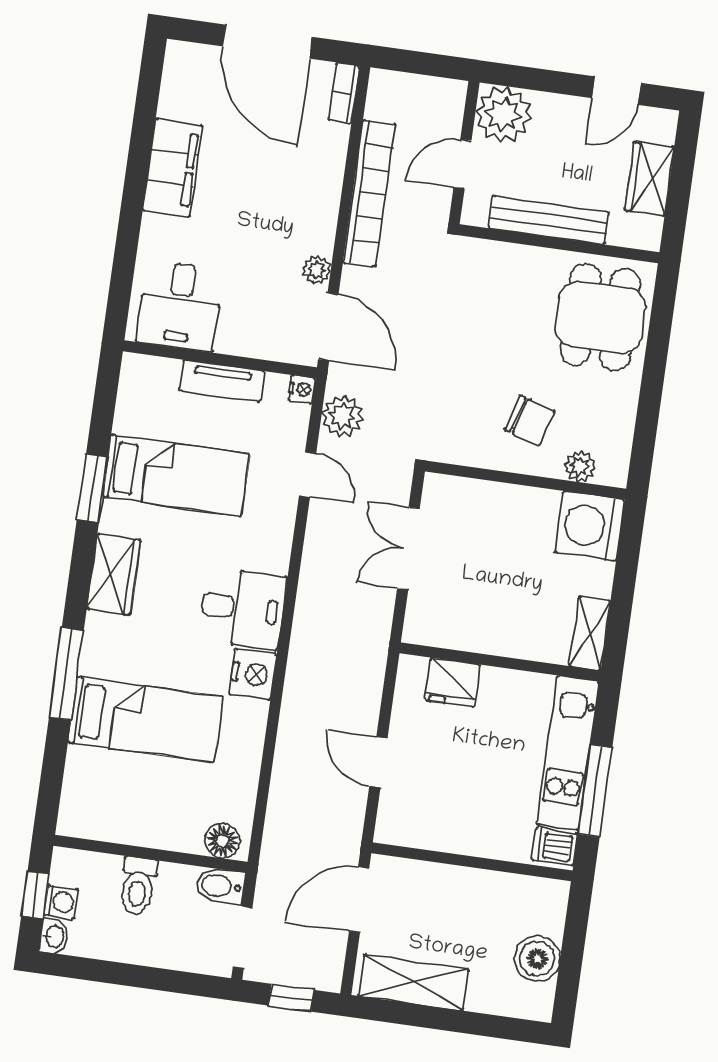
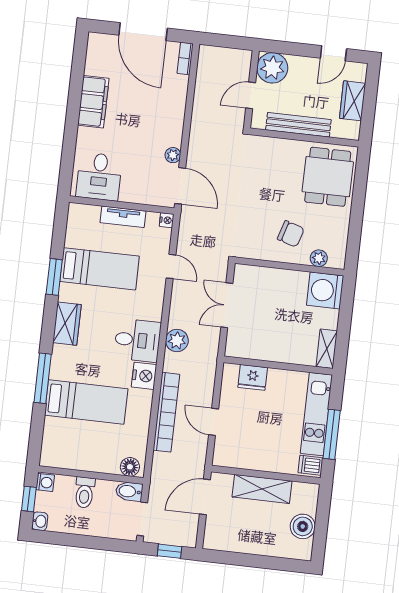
bookcase: (369, 193) -> (166, 412), moved
plant: (342, 416) -> (177, 341), moved
washing machine: (61, 902) -> (45, 482), moved
shelving: (414, 982) -> (262, 489), moved

